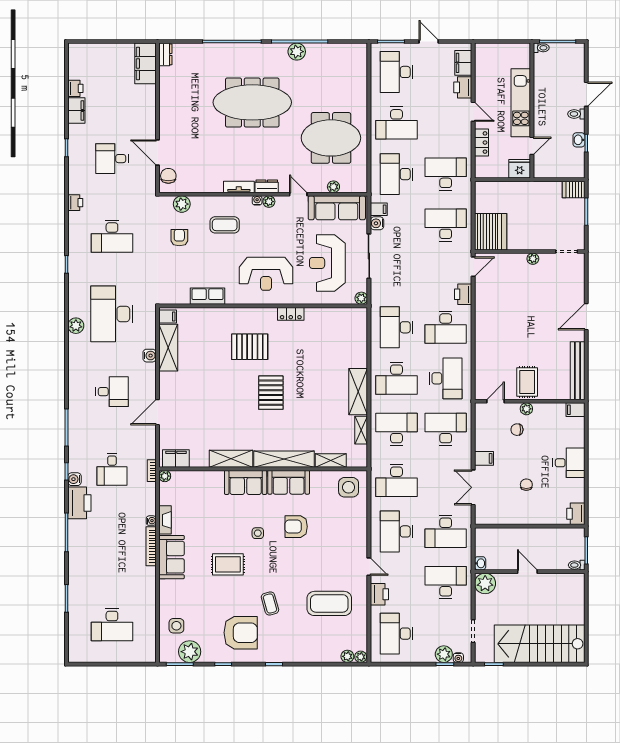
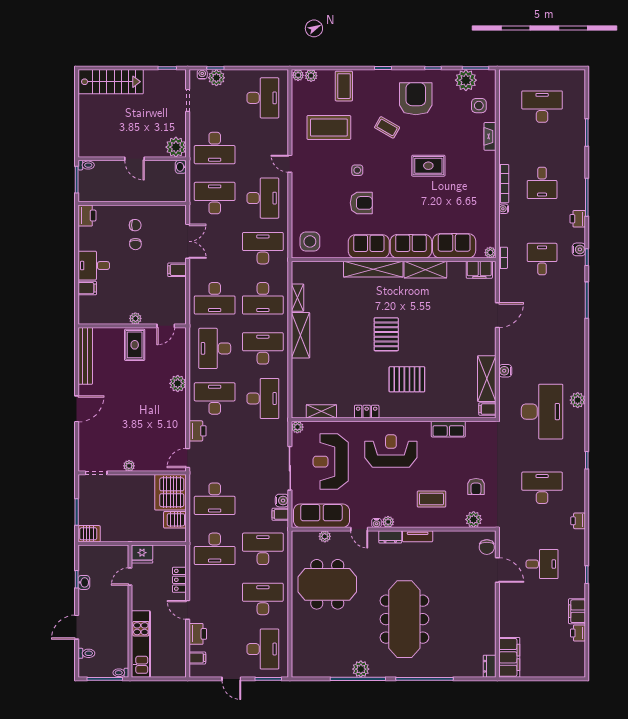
filing cabinet: (463, 63) -> (197, 658), width x0.50
meeting table: (252, 102) -> (404, 619), turned 90
kitchen unit: (521, 103) -> (141, 644), moved
toilet: (576, 114) -> (86, 653), moved
desk: (396, 174) -> (263, 549), turned -90
water cooler: (257, 200) -> (377, 523), moved
server rack: (486, 204) -> (175, 520), added
reception desk: (327, 263) -> (331, 462), turned 180
plant: (483, 343) -> (178, 383), added
desk: (112, 392) -> (542, 183), moved, turned -90
filing cabinet: (575, 410) -> (87, 288), moved
chair: (517, 430) -> (135, 225), moved
shelving: (331, 460) -> (321, 411), moved
printer: (79, 503) -> (578, 219), width x0.53, depth x0.68
fireplace: (165, 520) -> (490, 136), moved
side table: (258, 533) -> (357, 170), moved
sofa: (172, 557) -> (454, 246), moved, turned 90
printer: (379, 594) -> (280, 137), removed
coffee table: (270, 604) -> (387, 127), turned -44
armchair: (241, 633) -> (416, 99), turned 90
stairs: (540, 644) -> (111, 82), width x0.73, depth x0.66
coffee table: (314, 646) -> (344, 86), added

